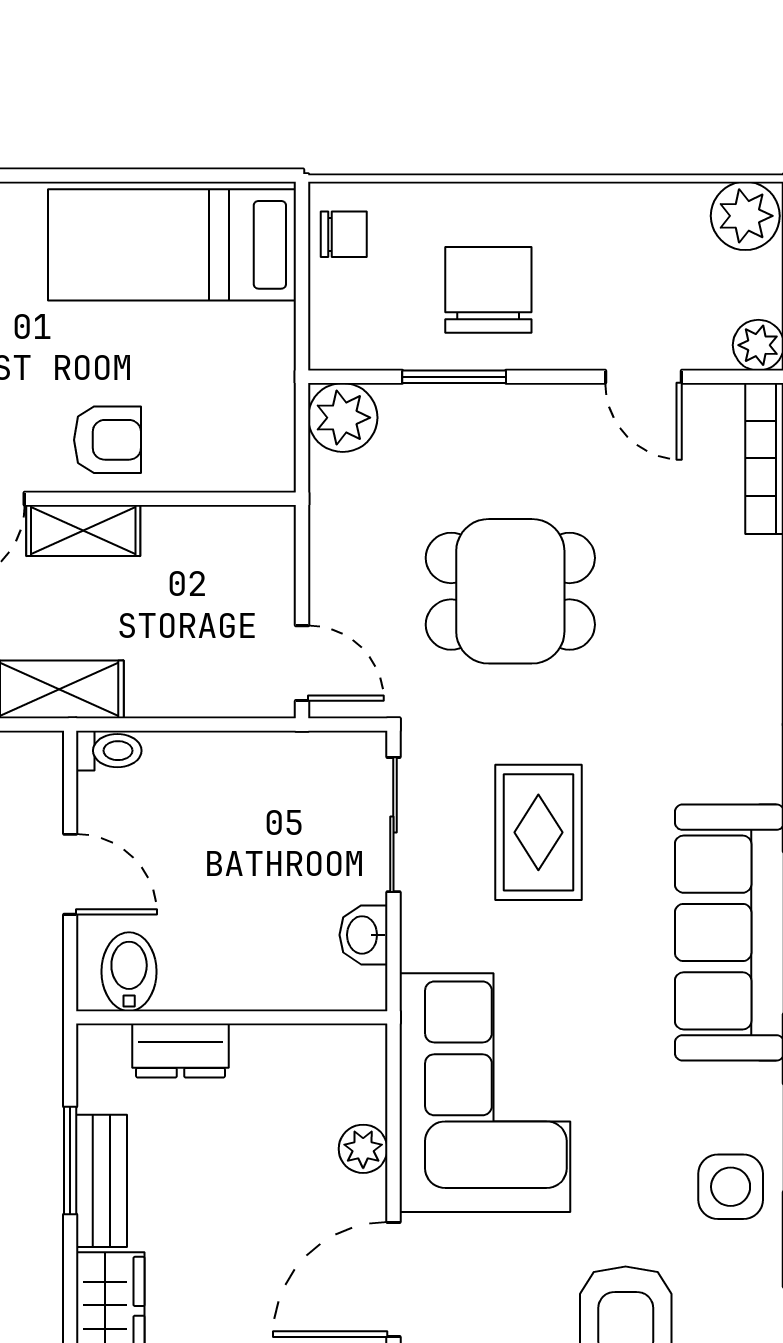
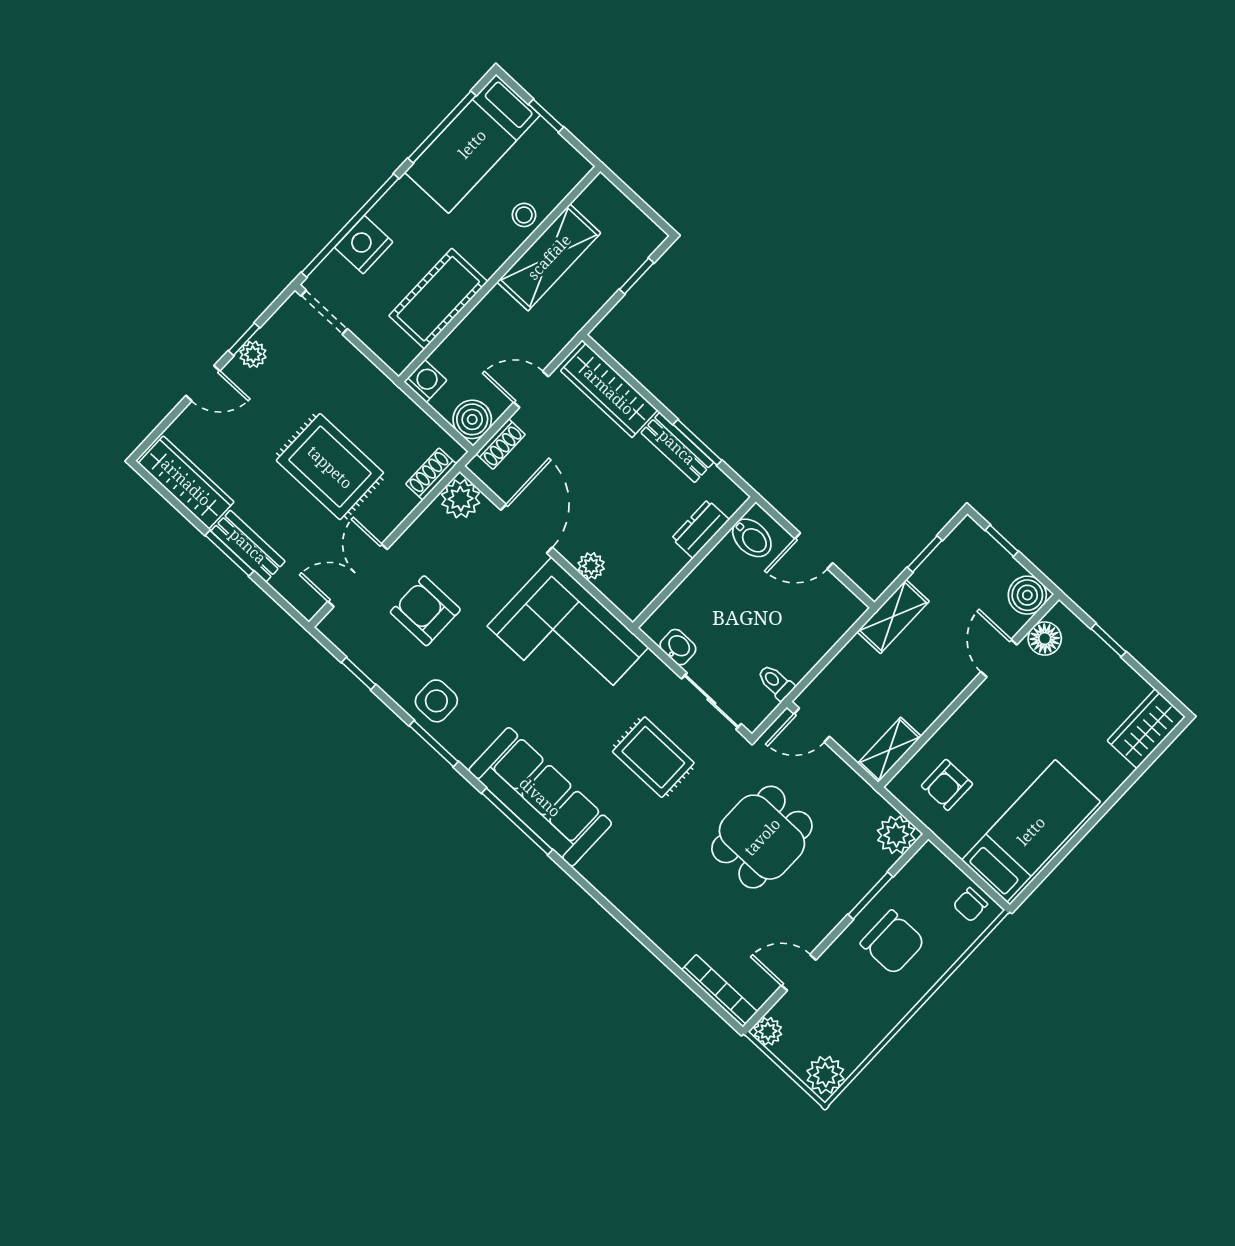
armchair: (108, 440) -> (947, 785), moved
shelving: (83, 530) -> (890, 750), moved
toilet: (109, 751) -> (776, 682), moved, turned 90

